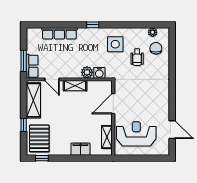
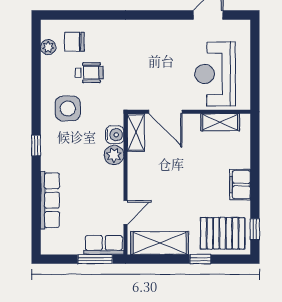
shelving: (75, 86) -> (136, 132), moved
filing cabinet: (80, 149) -> (240, 185), moved

